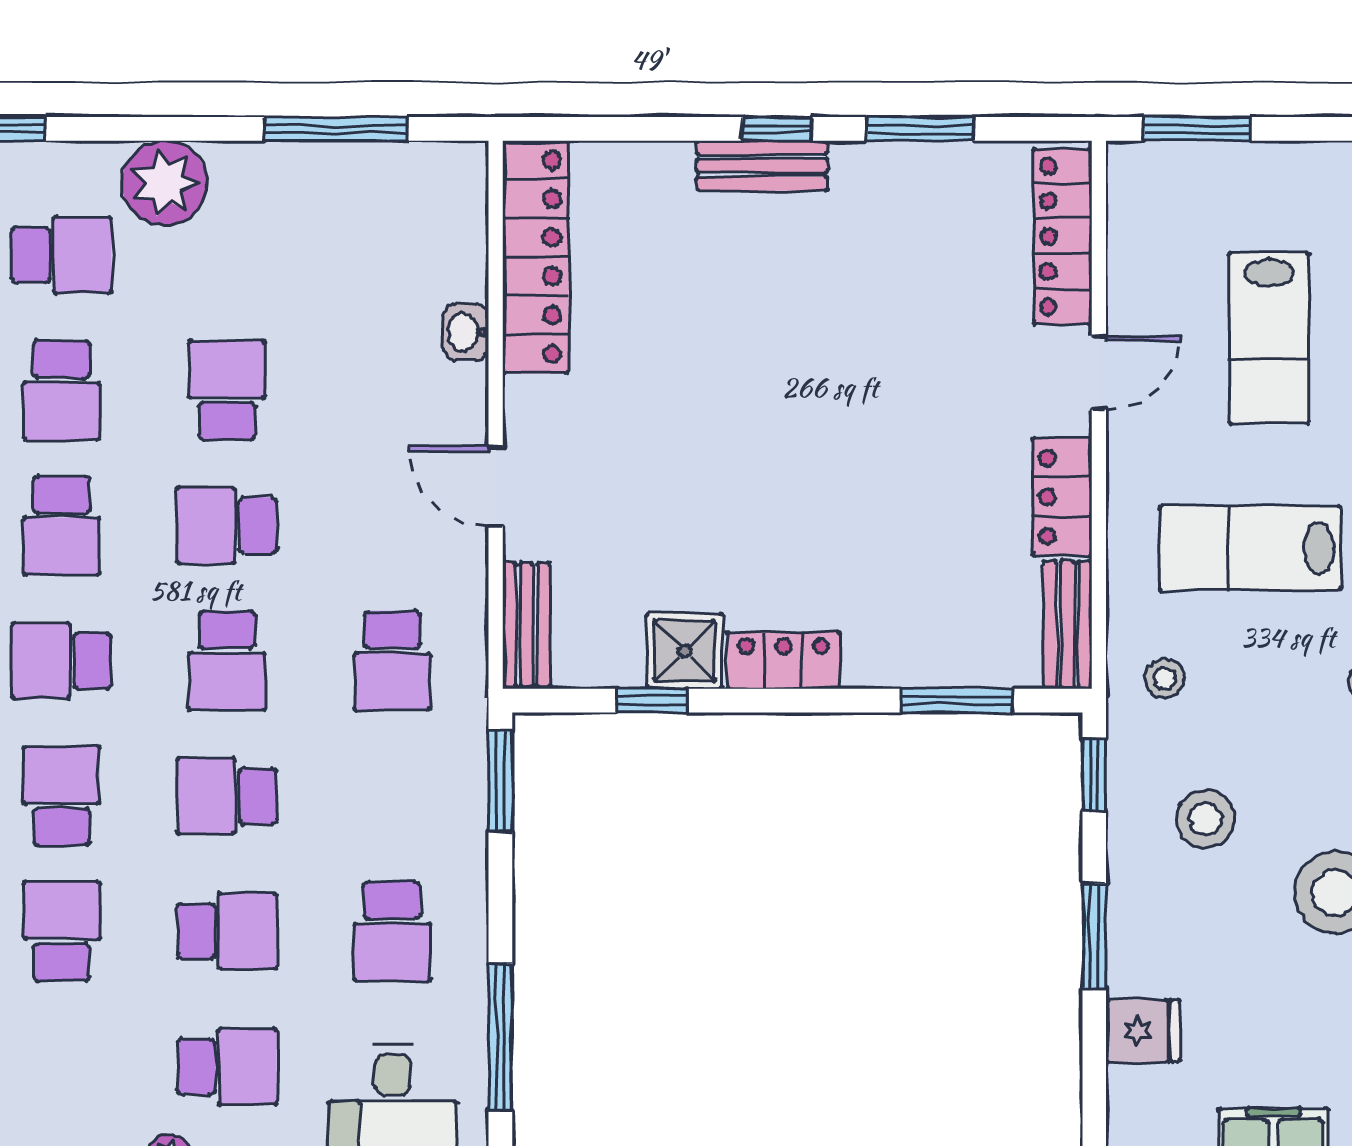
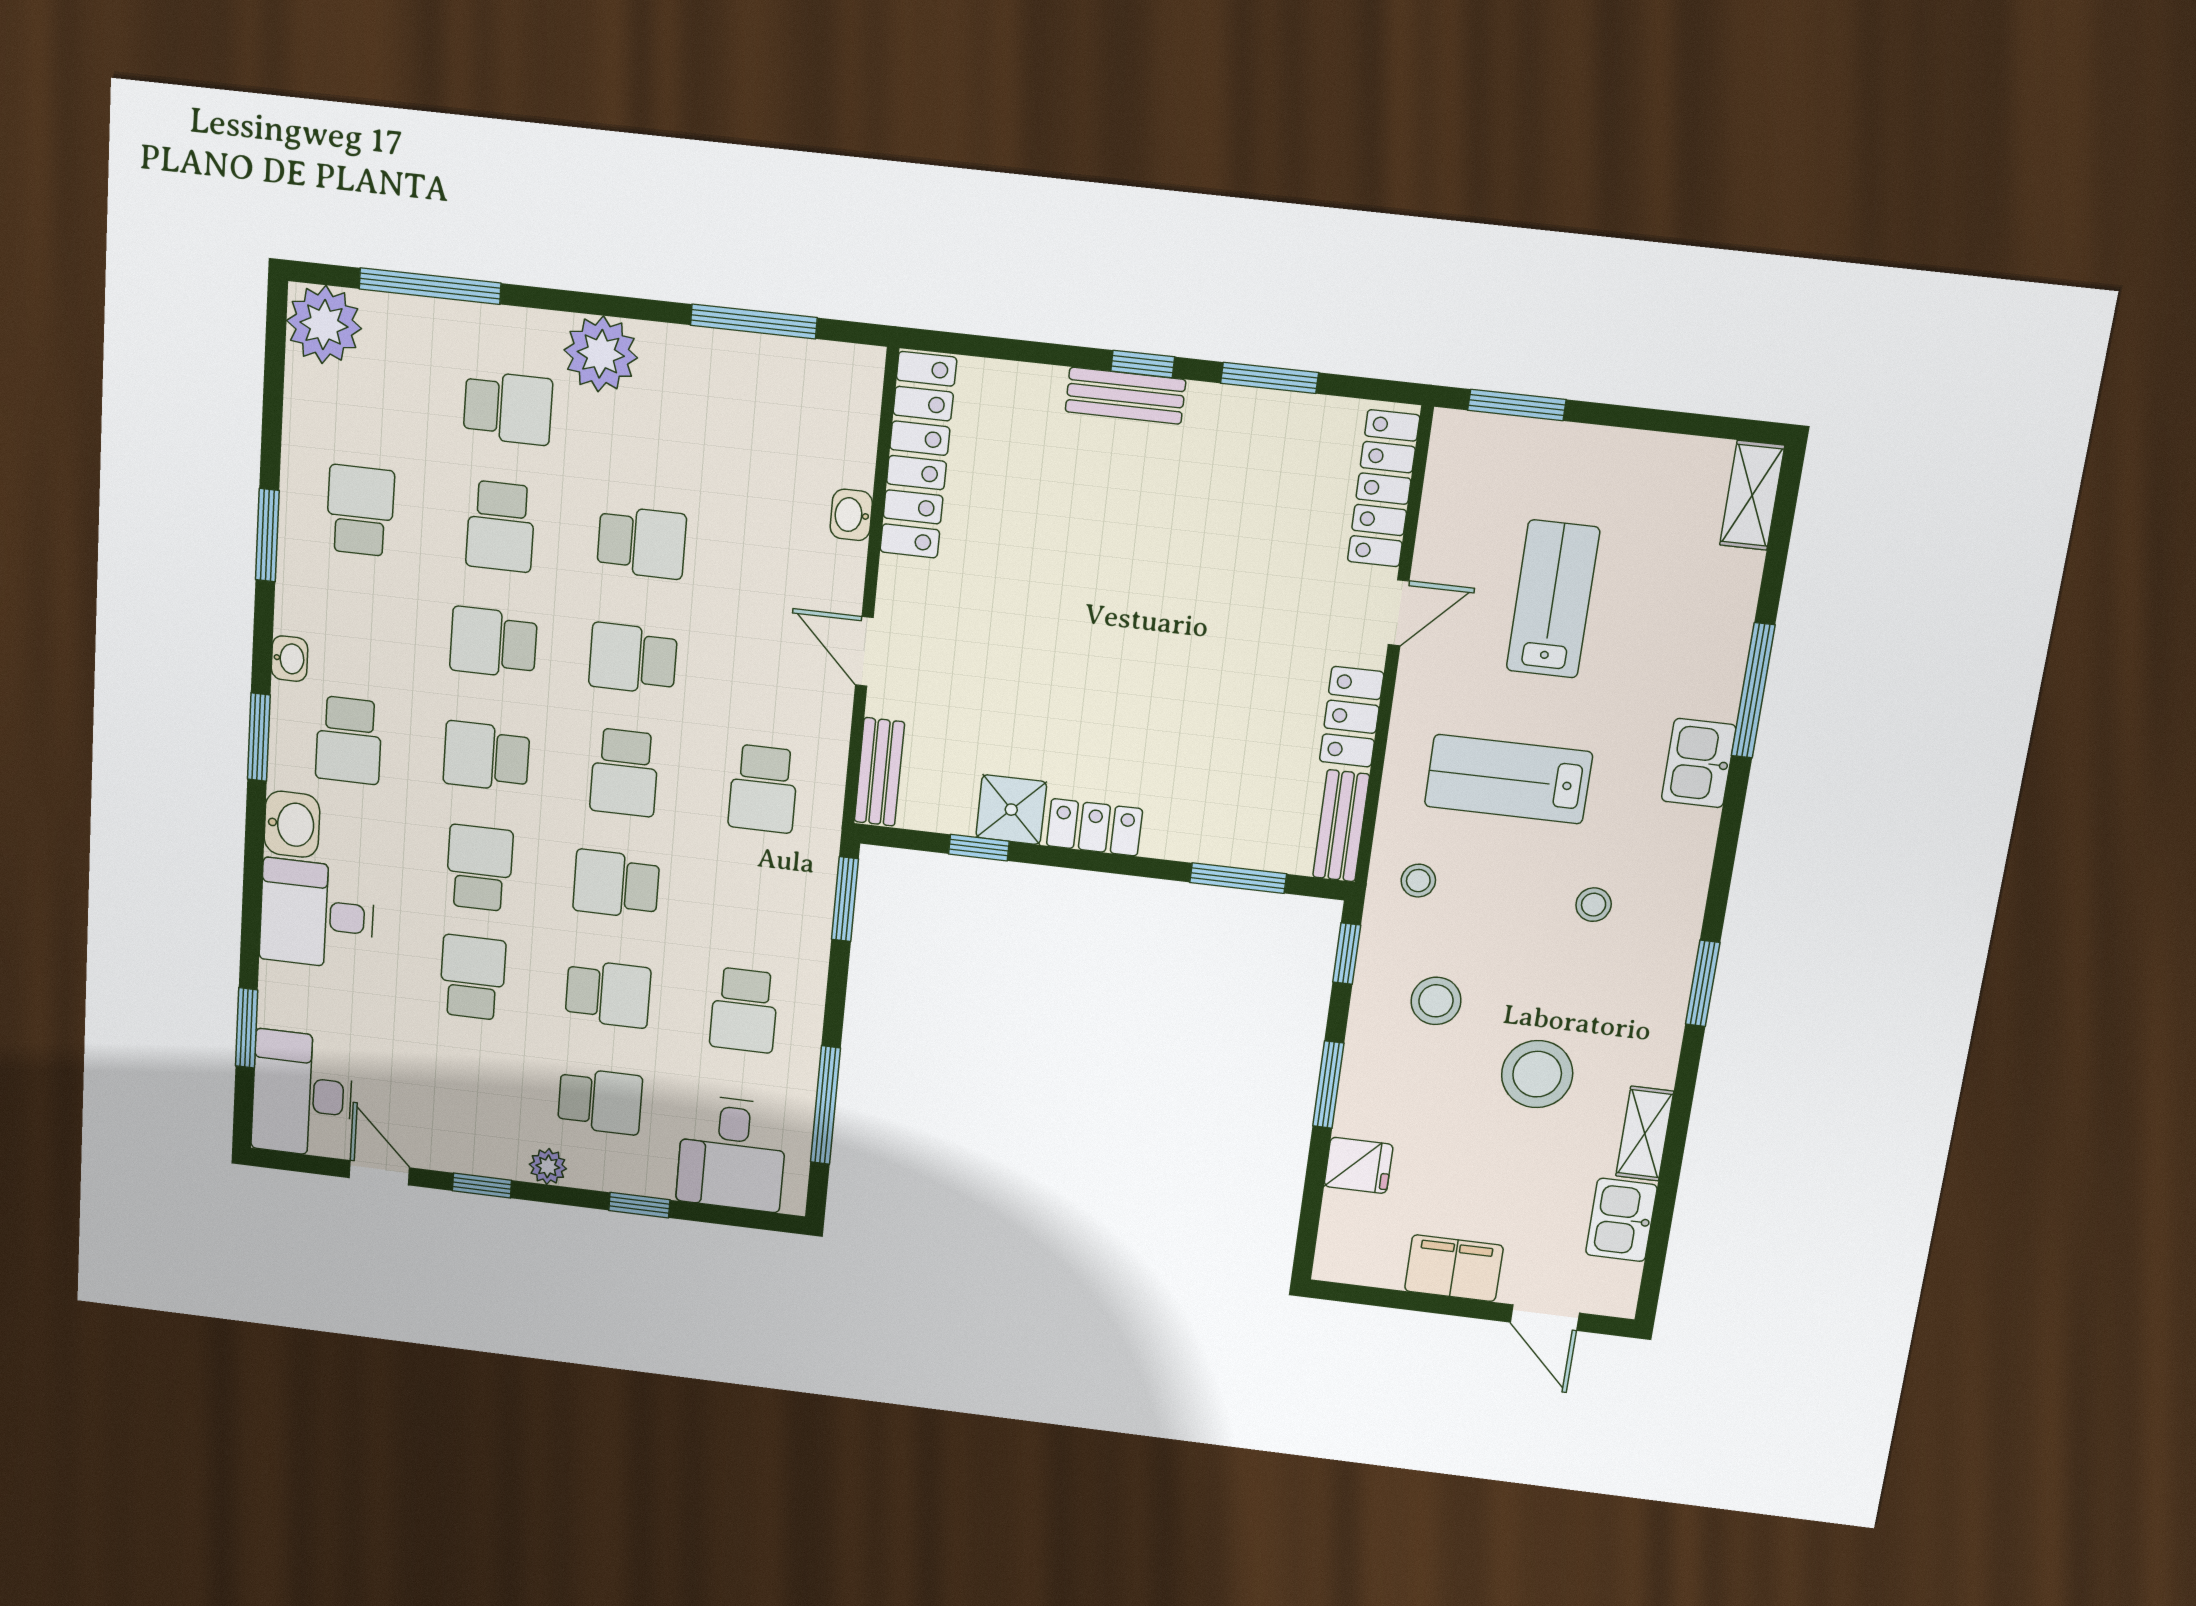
lab bench: (1269, 338) -> (1553, 599), turned 180
school desk: (227, 390) -> (642, 542), turned 90
school desk: (62, 525) -> (493, 643), turned 90

